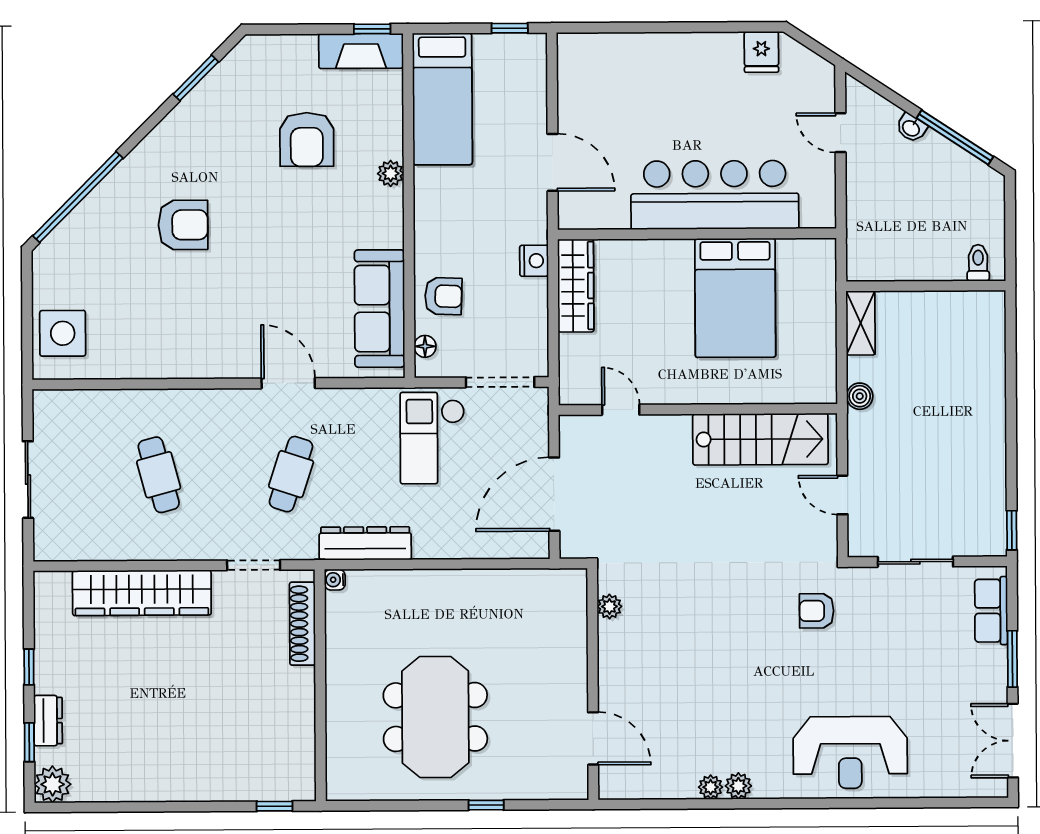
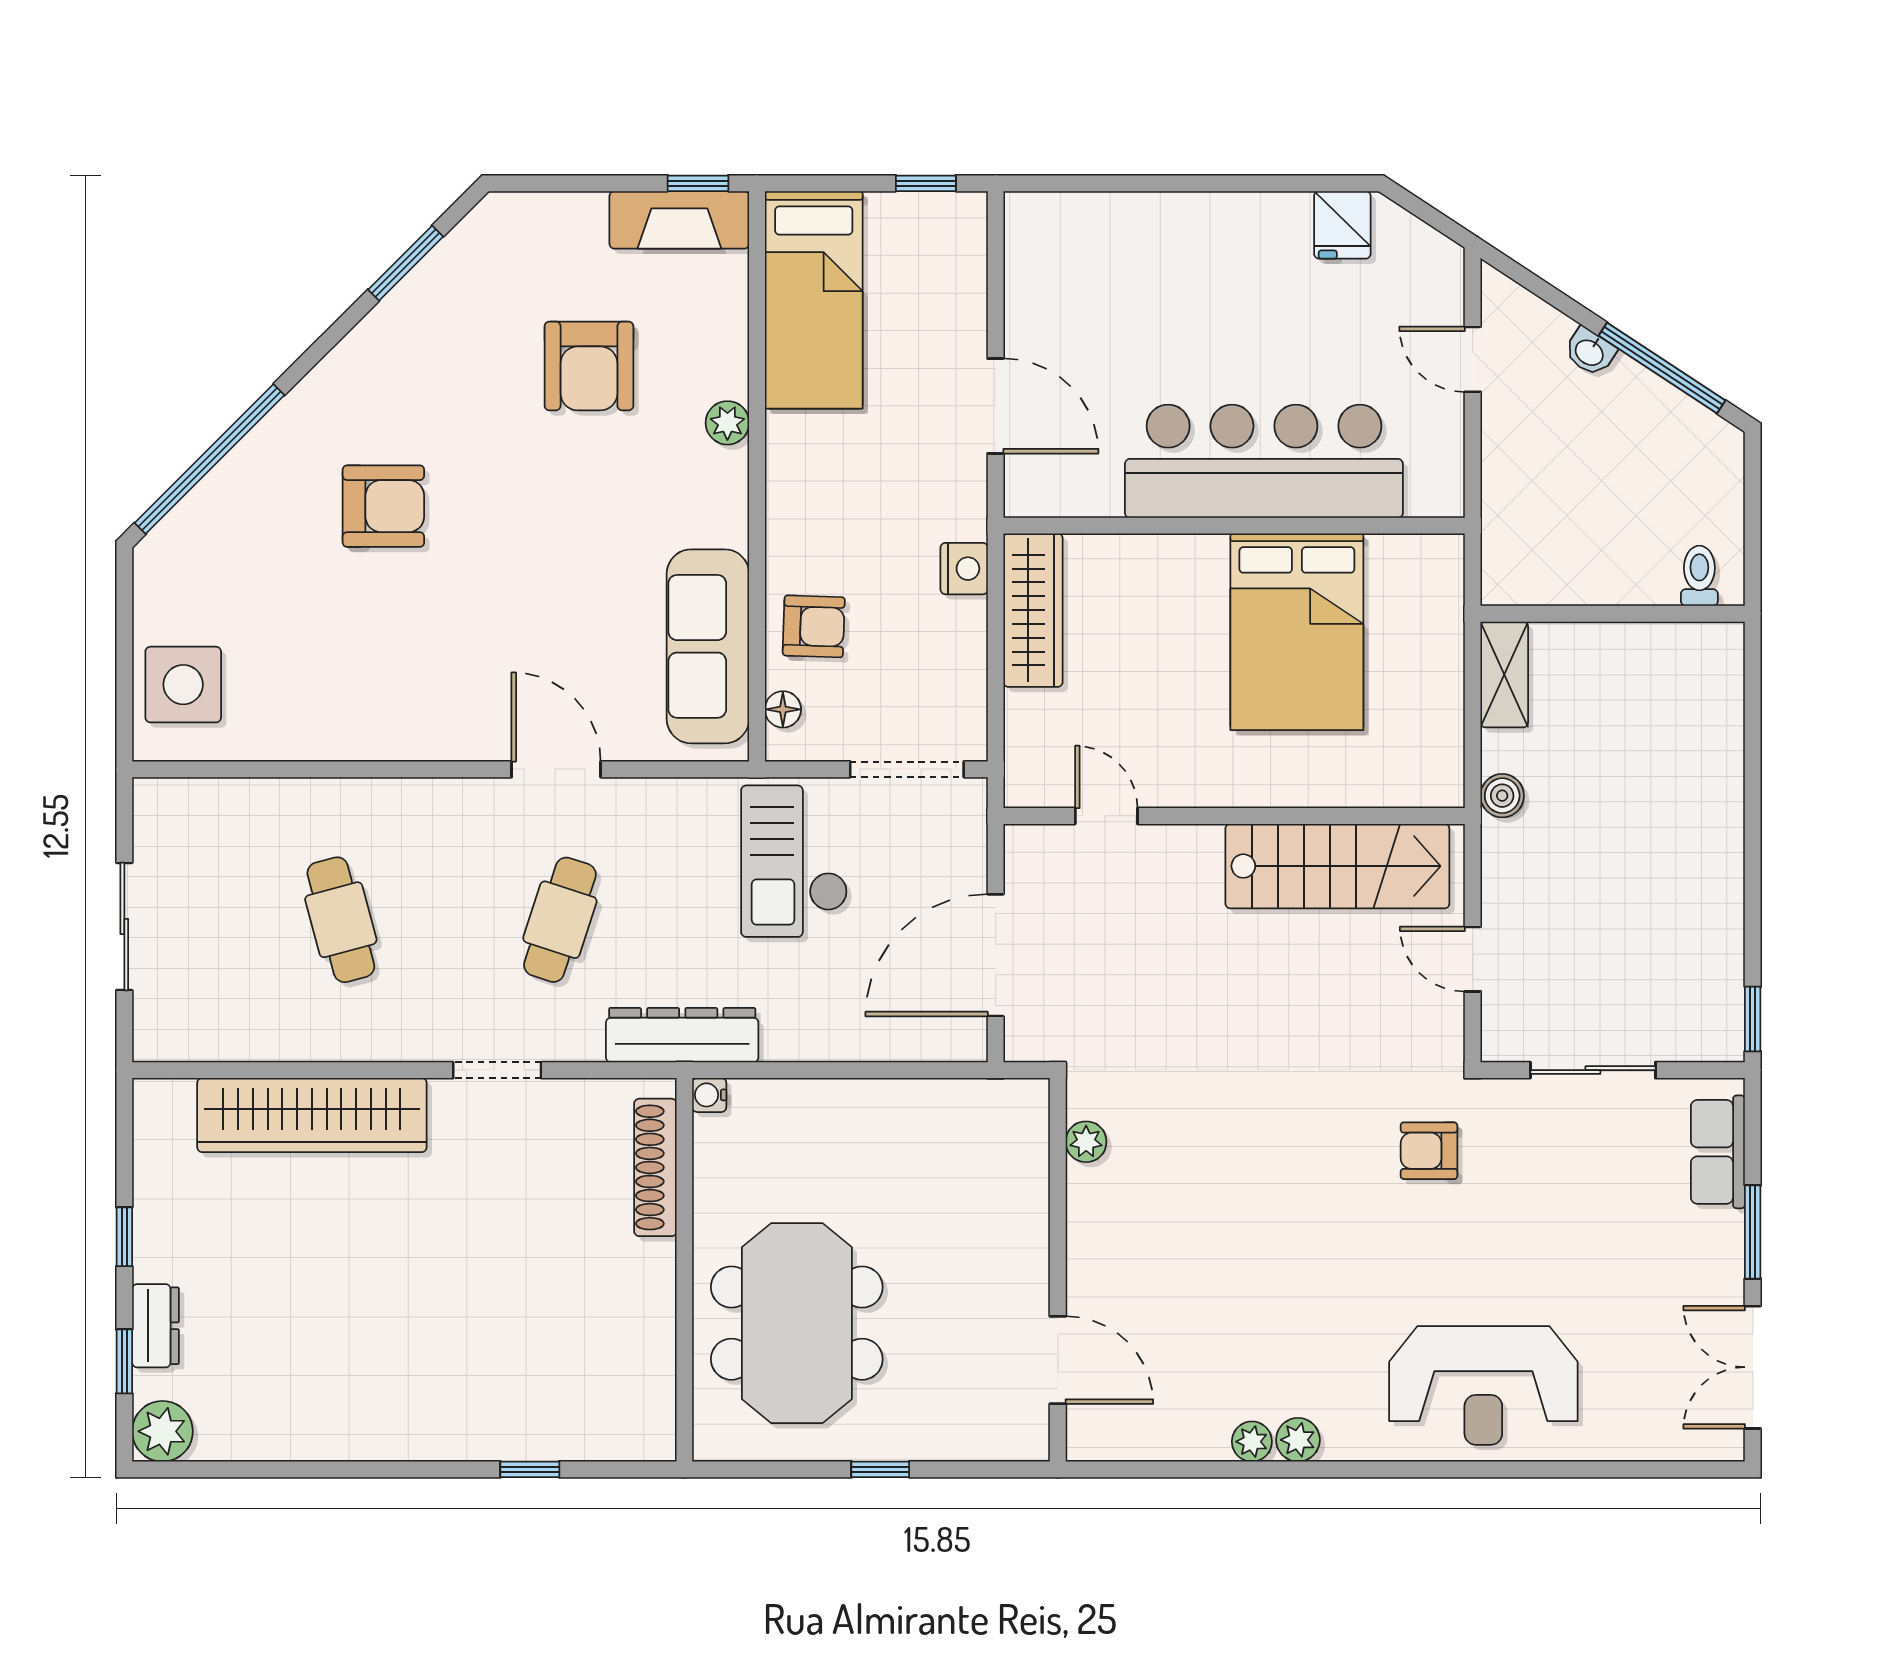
water cooler: (335, 580) -> (709, 1095), moved
shoe rack: (302, 624) -> (655, 1167), moved
wall: (320, 685) -> (684, 1270), moved

